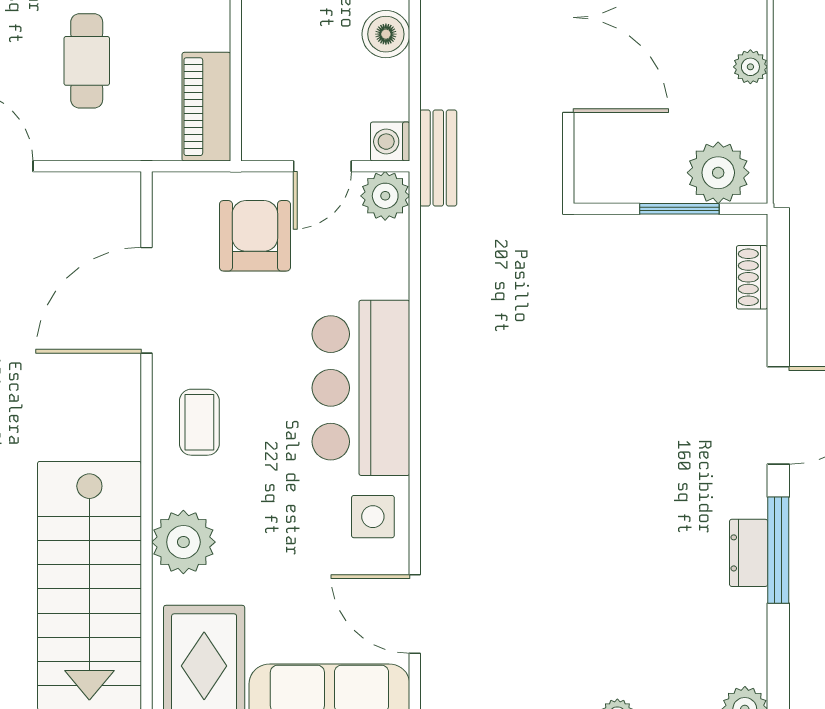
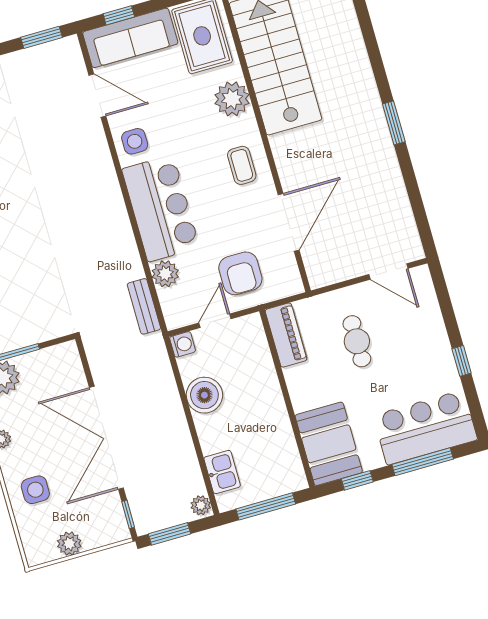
boiler: (386, 34) -> (204, 395), width x1.37, depth x1.37
bench: (438, 158) -> (144, 306), moved
plant: (385, 196) -> (165, 274), moved

